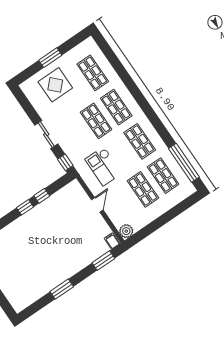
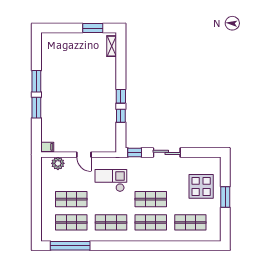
plant: (126, 231) -> (58, 163), moved
window: (103, 261) -> (36, 108), moved

